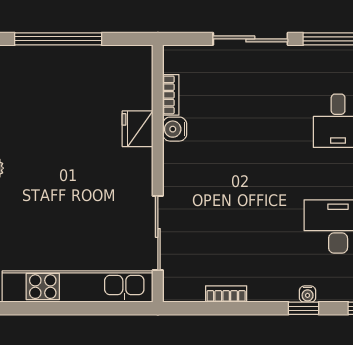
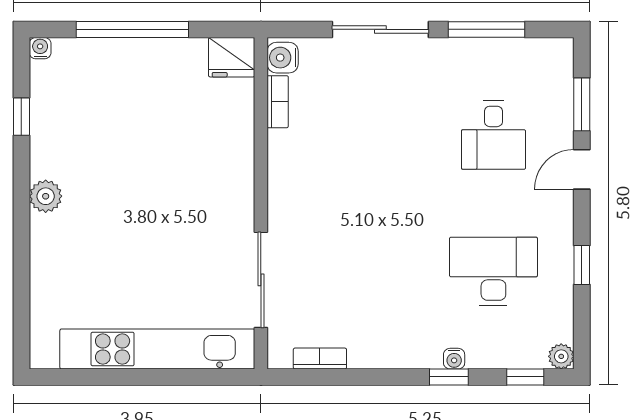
fridge: (138, 129) -> (232, 57), moved, turned -90
water cooler: (175, 129) -> (283, 58), moved
bookcase: (226, 294) -> (320, 359), moved

